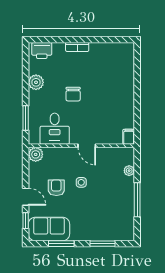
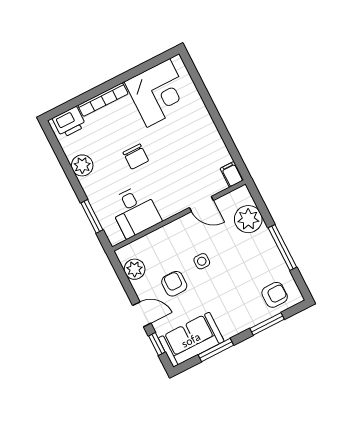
bookcase: (77, 47) -> (103, 100), width x1.56
corner desk: (108, 61) -> (158, 93), added
door: (87, 146) -> (201, 204), moved
plant: (36, 154) -> (135, 269), moved
plant: (129, 171) -> (248, 219), width x1.88, depth x1.88
armchair: (117, 228) -> (275, 295), added

